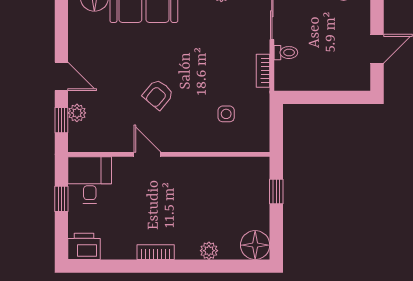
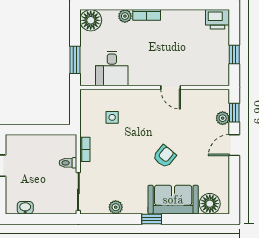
door: (61, 76) -> (234, 145), hinge flipped
armchair: (158, 94) -> (165, 156), moved
desk: (90, 180) -> (112, 68), moved
window: (276, 192) -> (75, 60), width x1.50
bookcase: (156, 252) -> (147, 15), moved

